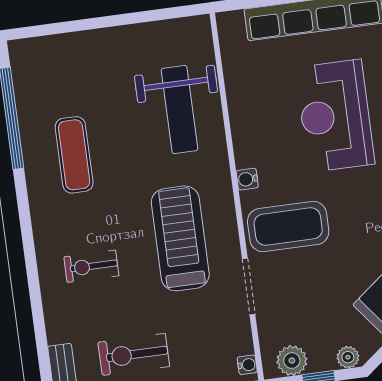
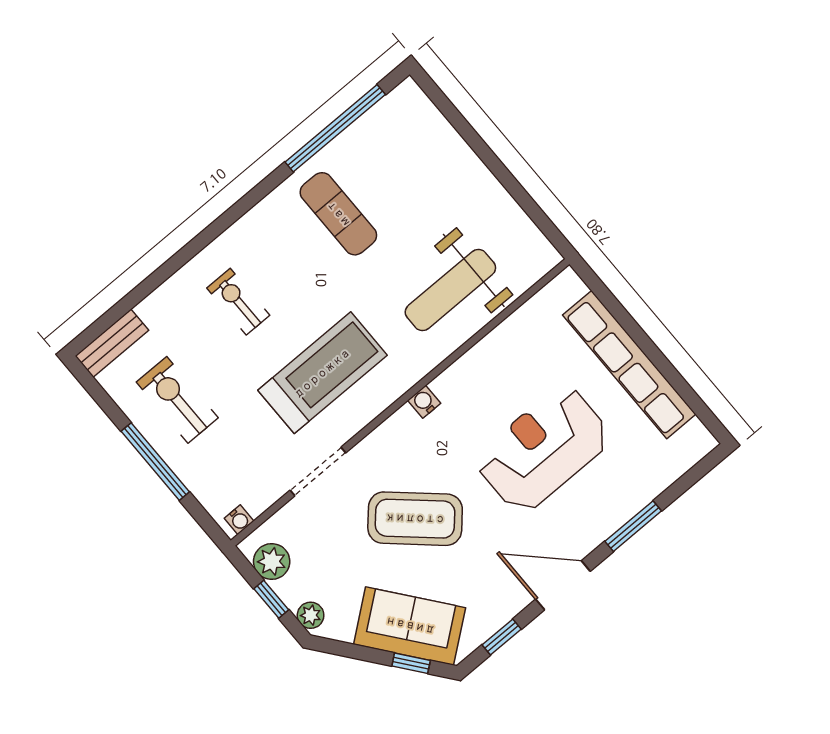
exercise mat: (74, 155) -> (338, 214), turned 90
coffee table: (288, 227) -> (415, 519), moved, turned -48

